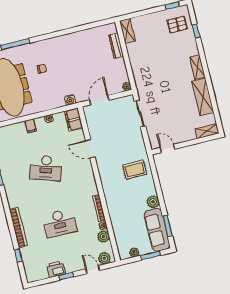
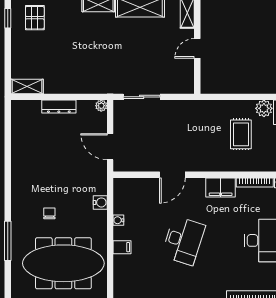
dresser: (116, 46) -> (59, 107), moved
water cooler: (70, 100) -> (100, 202), moved
filing cabinet: (74, 120) -> (221, 188), moved
door: (167, 148) -> (197, 48), moved
rug: (135, 170) -> (241, 134), moved

